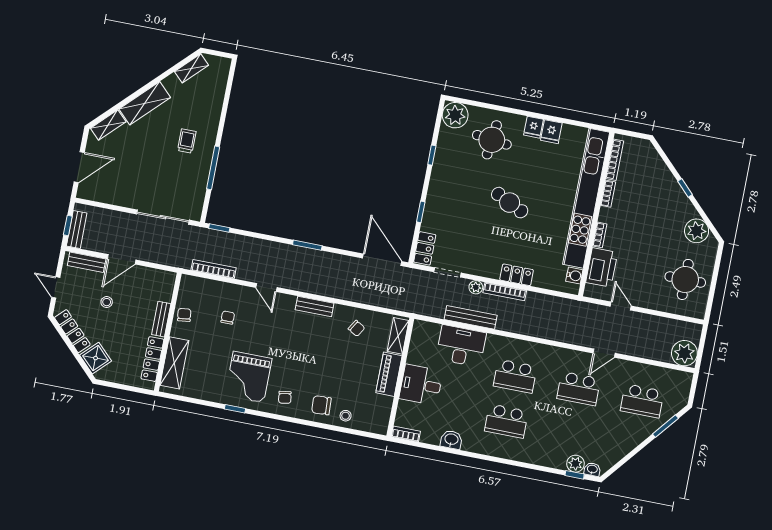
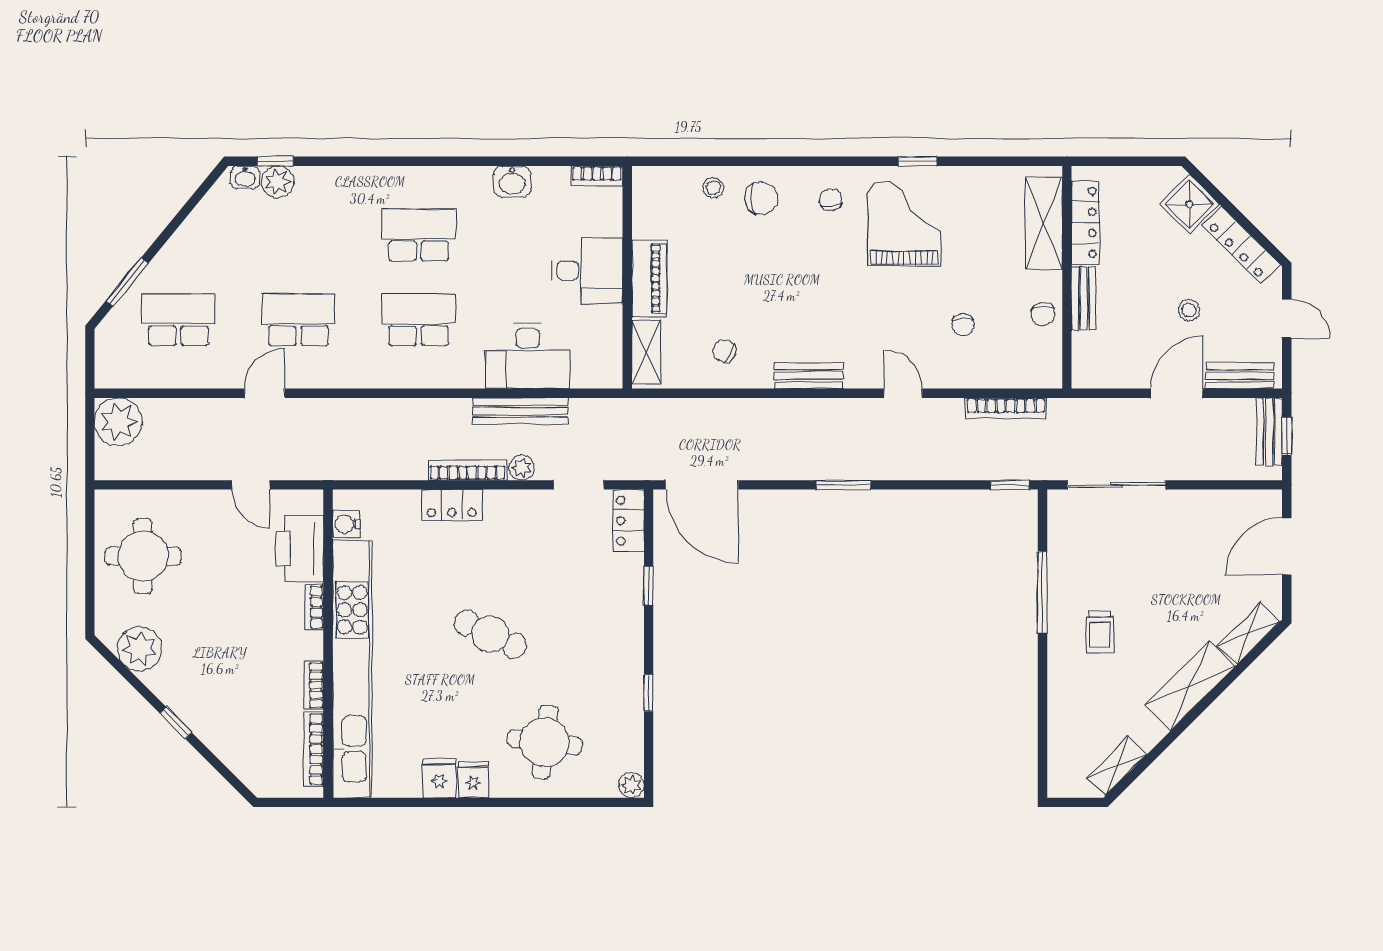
plant: (455, 115) -> (631, 785), width x0.53, depth x0.53

